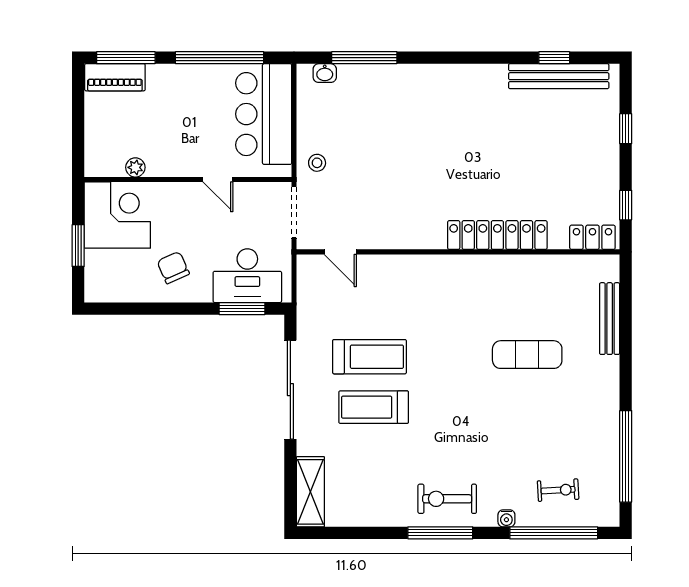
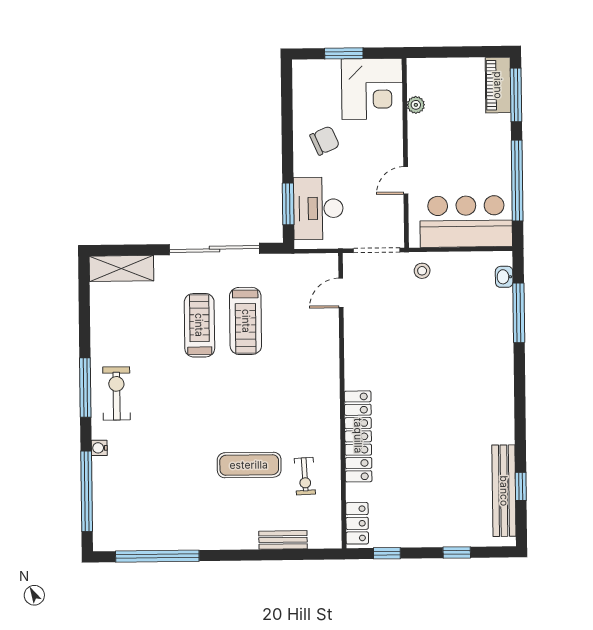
bench: (610, 319) -> (283, 540), width x0.73
exercise mat: (527, 355) -> (249, 465), turned 90
exercise bike: (558, 490) -> (305, 476), moved

